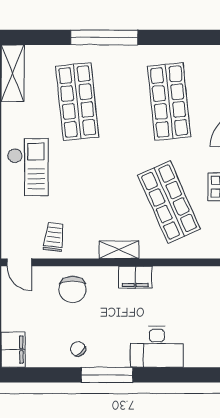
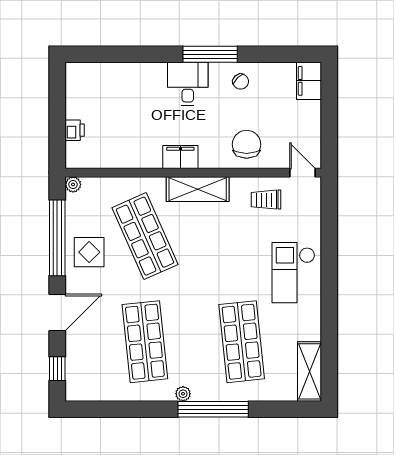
plant: (133, 52) -> (183, 394), added
trolley: (54, 237) -> (266, 200), turned 83
shelving: (119, 250) -> (198, 189), width x1.50, depth x1.33
desk: (157, 347) -> (188, 84), moved, width x0.73

